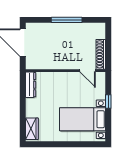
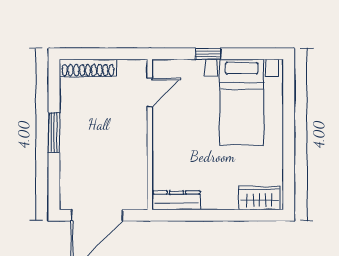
window: (67, 20) -> (54, 132), width x0.69
shoe rack: (101, 54) -> (88, 68), moved

